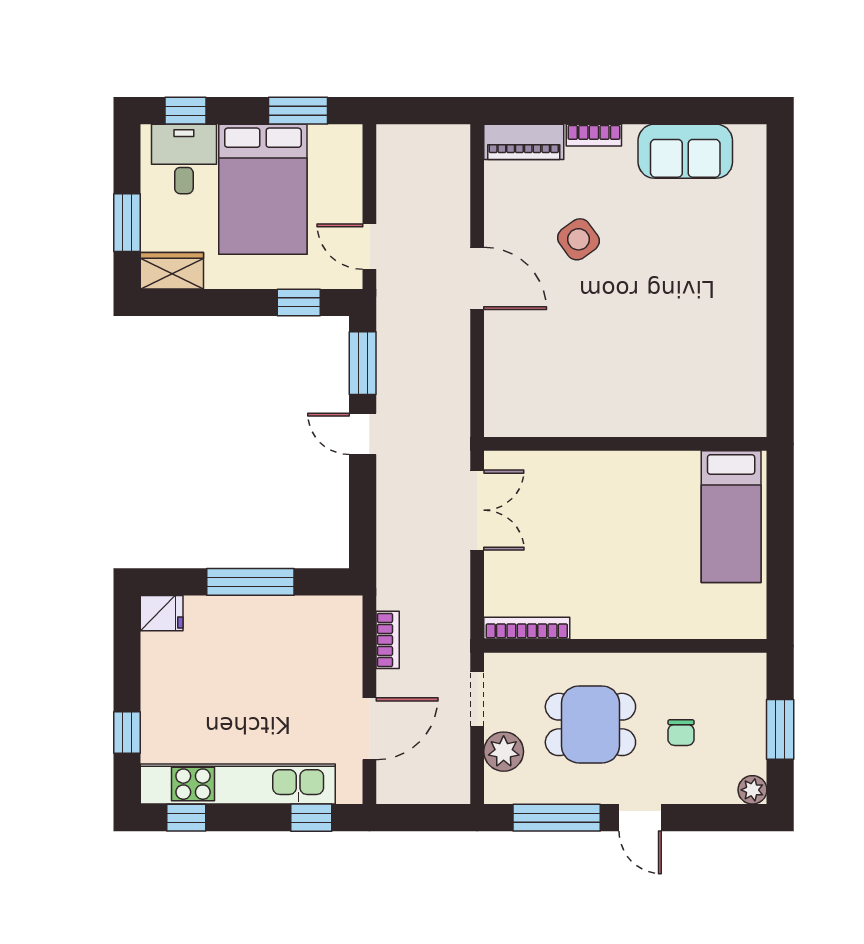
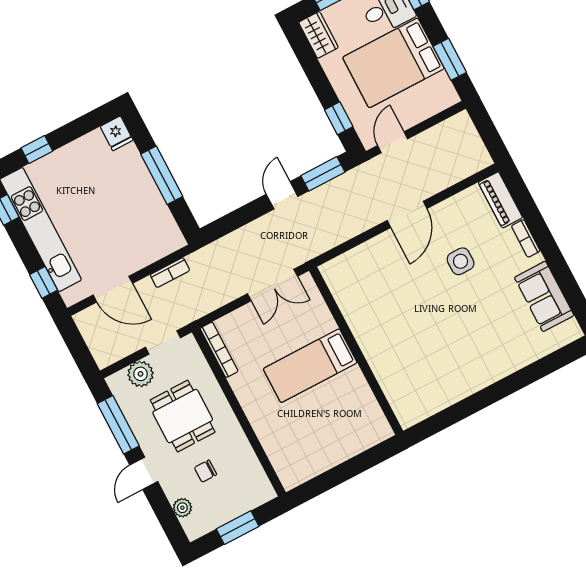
side table: (578, 239) -> (461, 261), turned 36
bed: (731, 517) -> (310, 366), moved
plant: (752, 790) -> (182, 508), moved

